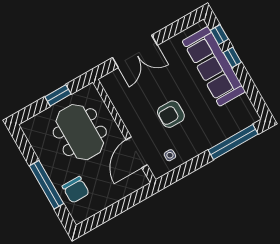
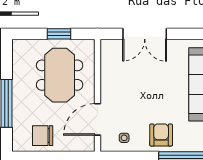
armchair: (171, 114) -> (161, 135), moved, turned 90
chair: (76, 190) -> (43, 136), moved, turned 90

